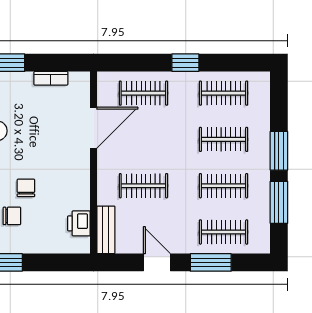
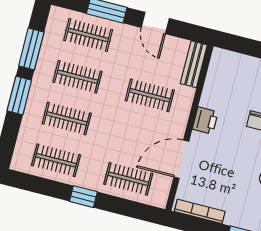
bookcase: (51, 78) -> (200, 211), width x1.56
printer: (79, 223) -> (205, 121), moved

